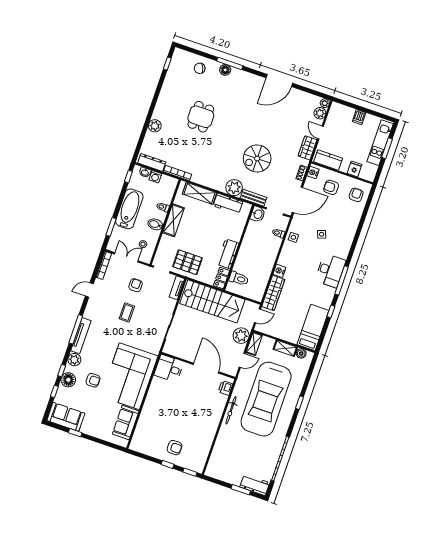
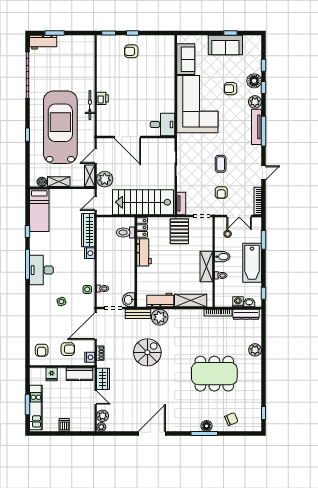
dining table: (201, 117) -> (214, 374), width x1.88, depth x1.24
pallet: (188, 262) -> (179, 231), turned 90
printer: (225, 388) -> (102, 98), moved
sofa: (66, 417) -> (225, 45), moved

